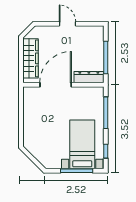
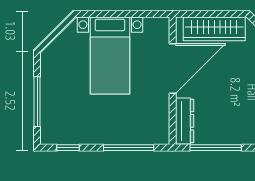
door: (56, 85) -> (173, 69), hinge flipped
bed with nightstands: (82, 144) -> (110, 55), moved, turned 90

